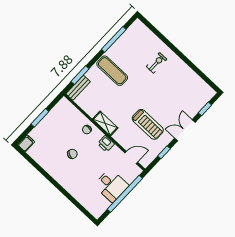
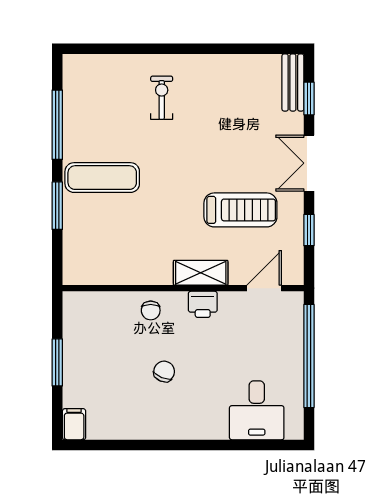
window: (80, 75) -> (57, 206), moved
bench: (78, 88) -> (293, 82), moved
shelving: (105, 123) -> (201, 273), moved
desk: (111, 185) -> (257, 410), moved, turned 90

